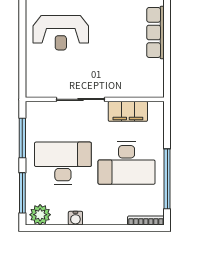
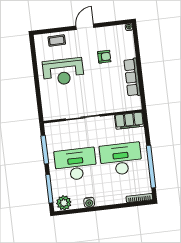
armchair: (120, 19) -> (104, 57), added
row of seats: (156, 32) -> (132, 77), moved
filing cabinet: (128, 111) -> (129, 121), moved
desk: (127, 163) -> (121, 159), turned 180

